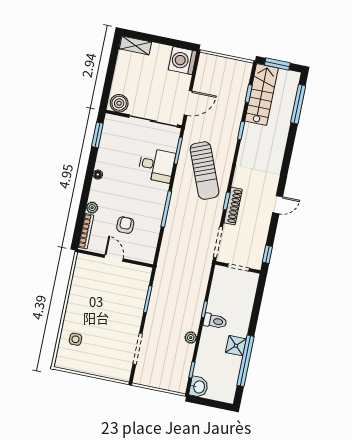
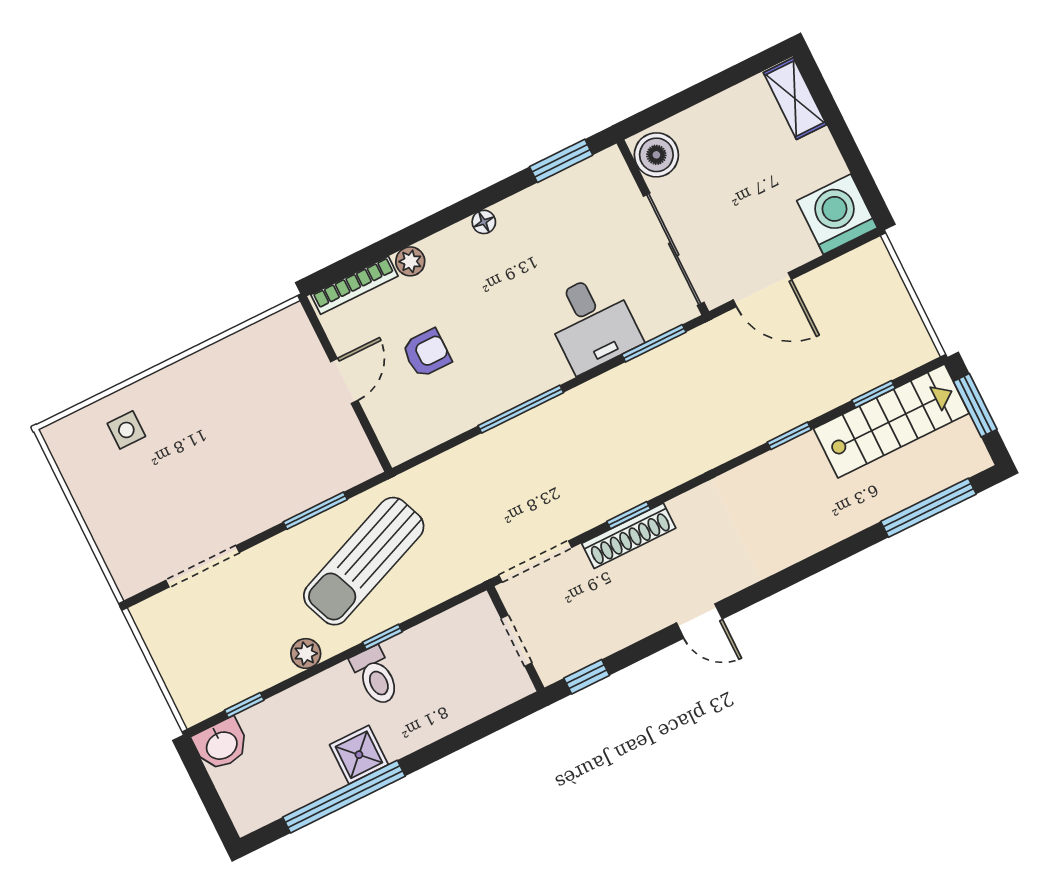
sun lounger: (204, 171) -> (364, 561), moved

